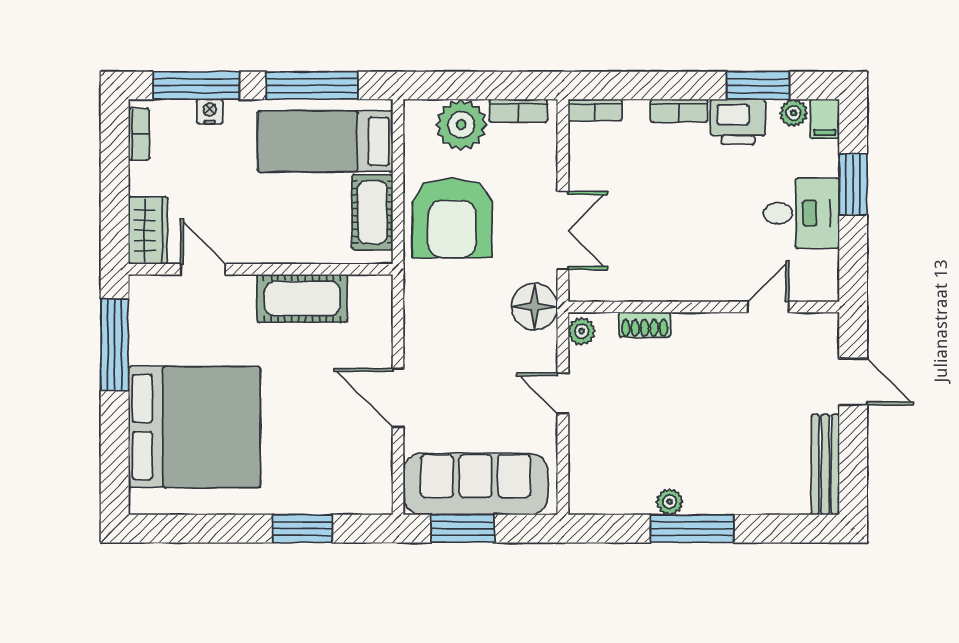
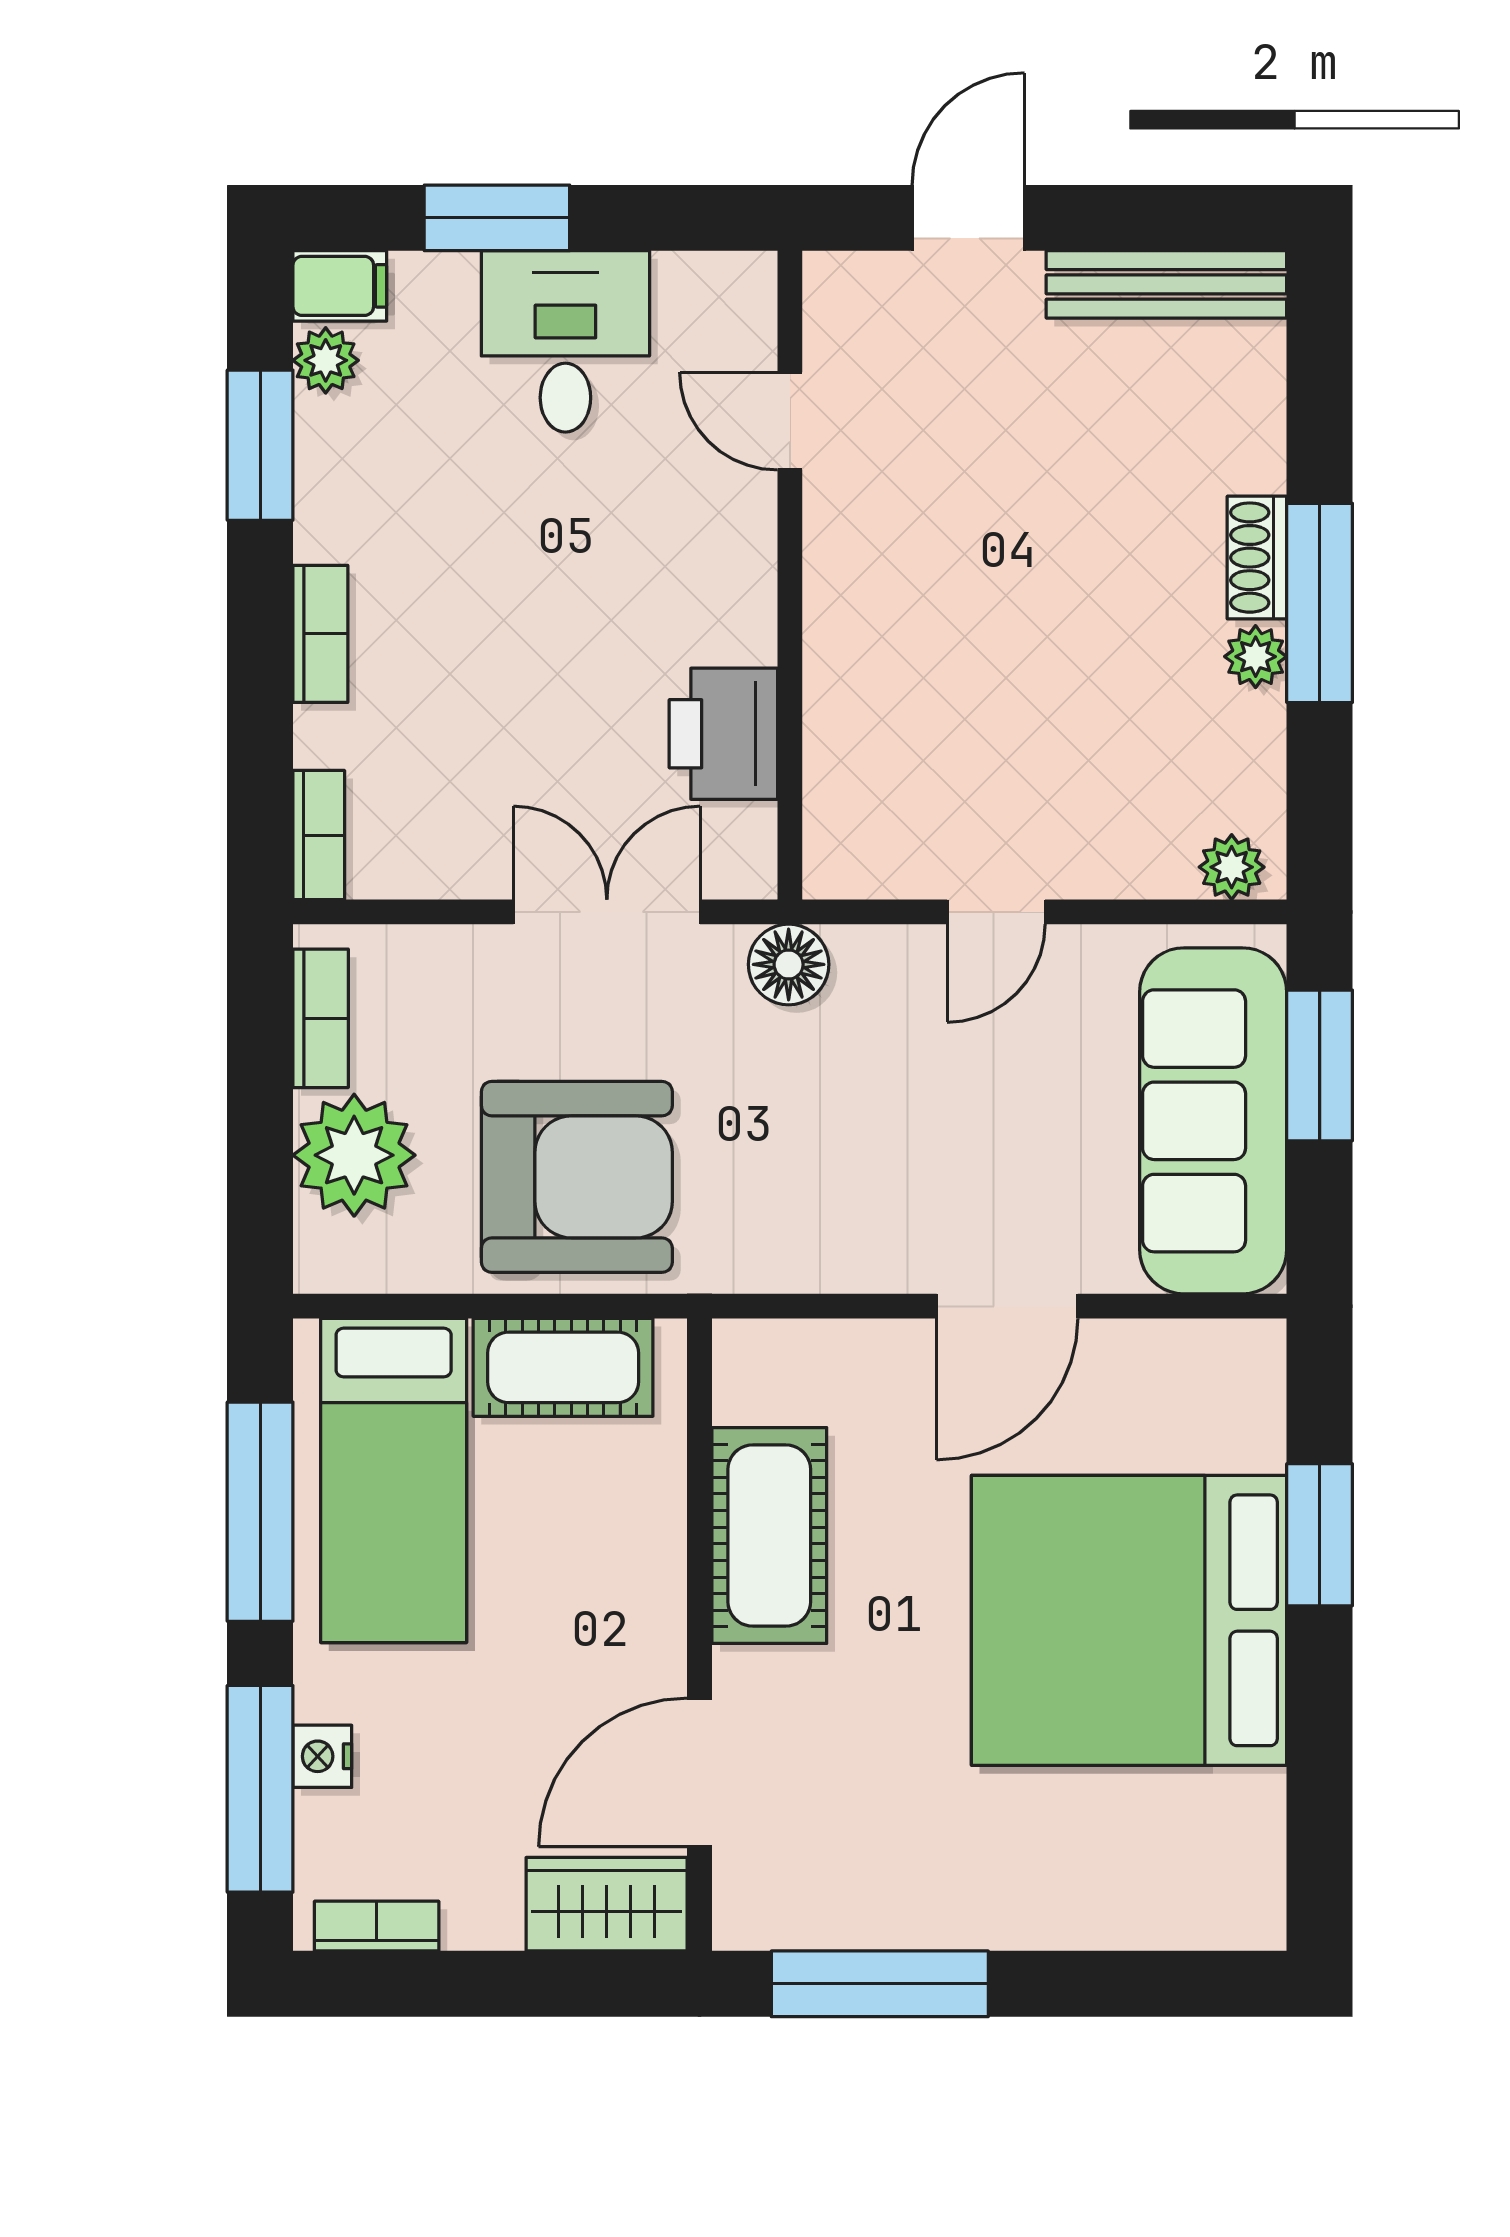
printer: (738, 122) -> (723, 734), moved, turned 180
door: (203, 269) -> (699, 1772), width x1.38
floor lamp: (535, 306) -> (789, 964), width x0.73, depth x0.73
shoe rack: (645, 325) -> (1257, 558), moved, turned 180
plant: (582, 331) -> (1232, 867), moved
bed: (194, 427) -> (1129, 1620), moved, turned -90
window: (463, 529) -> (1320, 1065), moved

